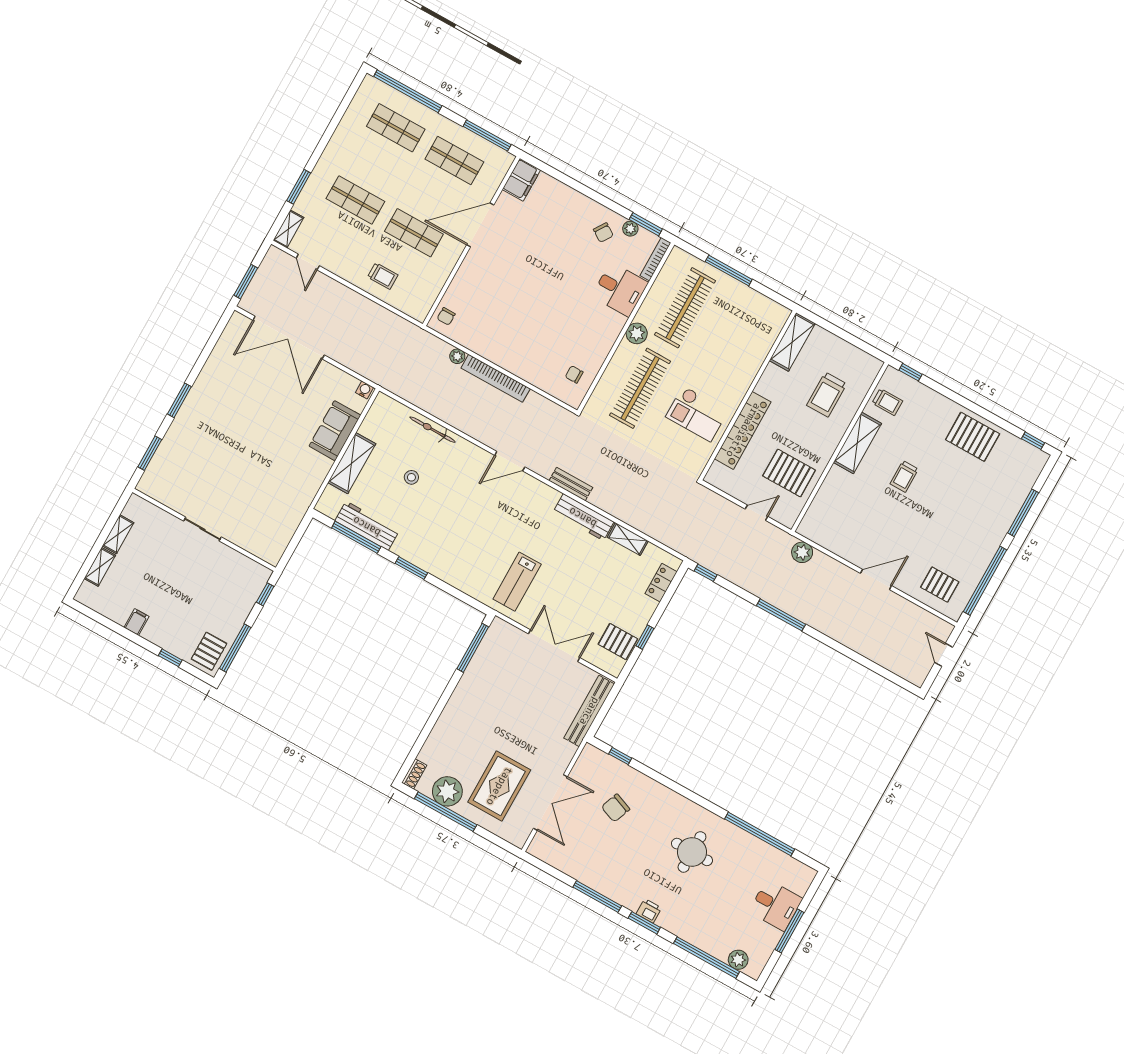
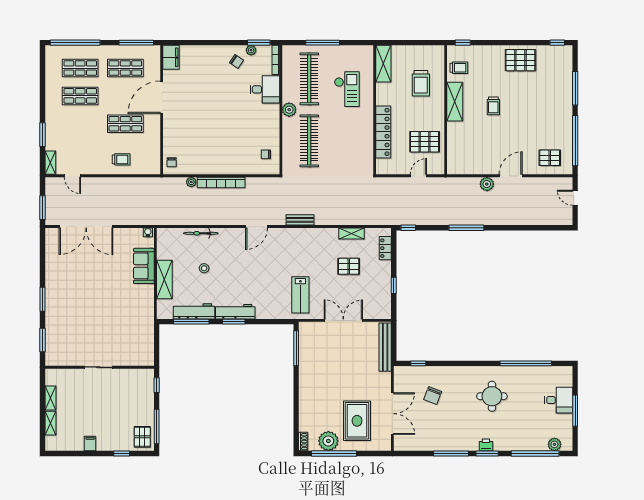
shop shelf: (355, 200) -> (80, 96), moved
checkout: (697, 414) -> (347, 89), moved, turned -90
workbench: (583, 517) -> (235, 312), moved, turned 180
plant: (802, 552) -> (487, 184), moved
pallet: (618, 642) -> (349, 266), moved

